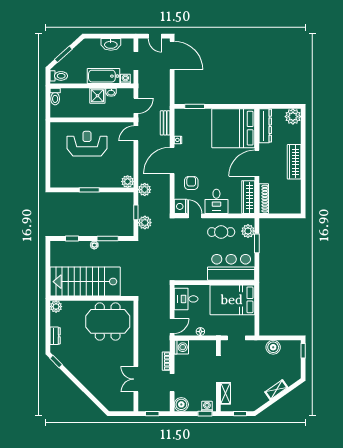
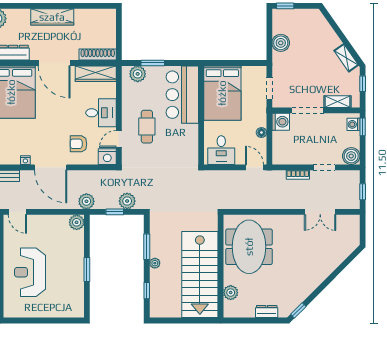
cafe table: (221, 232) -> (147, 127), moved
plant: (56, 307) -> (231, 293), moved
washing machine: (181, 347) -> (281, 122), moved, turned 90
shelving: (276, 390) -> (346, 58), moved

